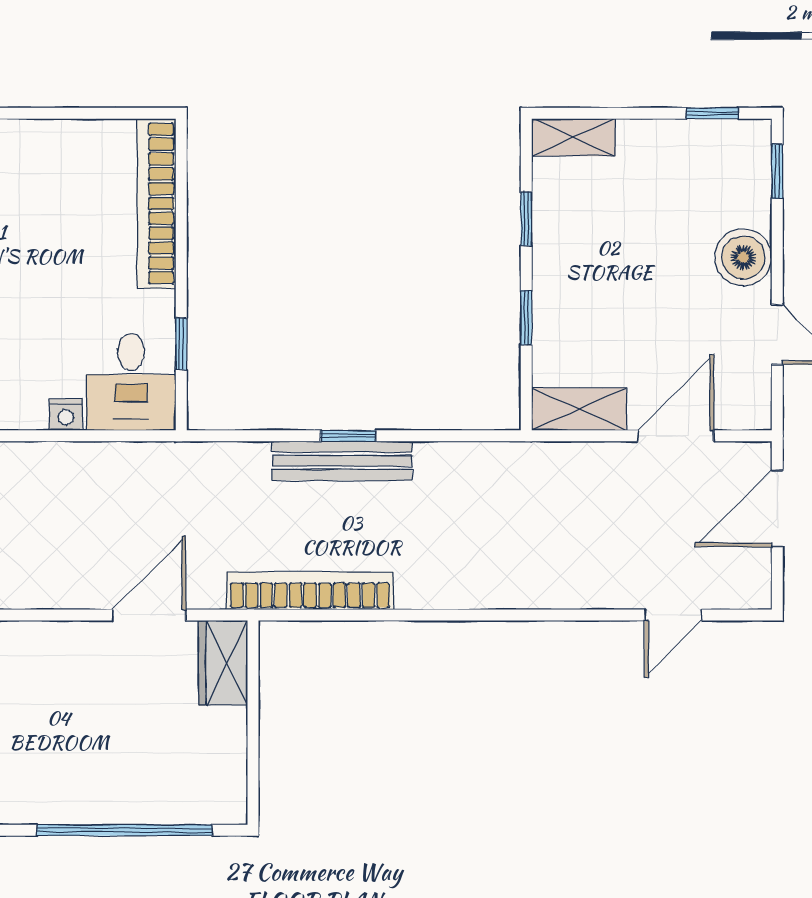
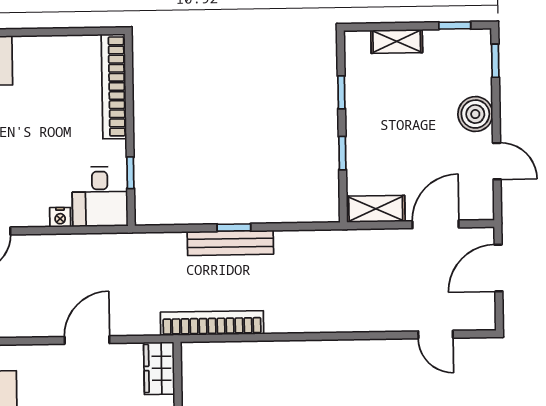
shelving: (573, 137) -> (397, 41), moved
door: (149, 615) -> (87, 340), moved
door: (673, 615) -> (436, 335), hinge flipped

